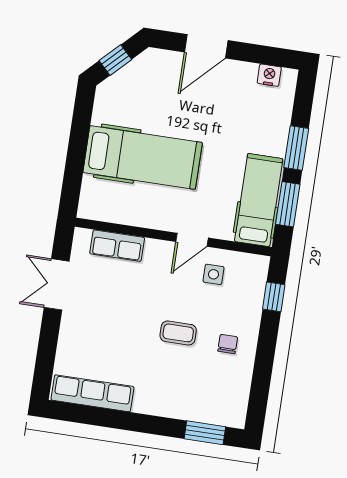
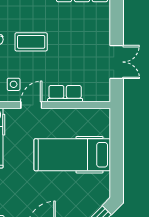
row of seats: (117, 246) -> (65, 94), moved
coffee table: (178, 333) -> (31, 42), width x1.36, depth x1.30

